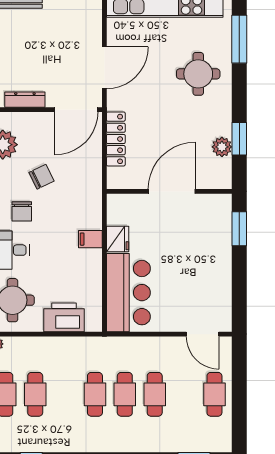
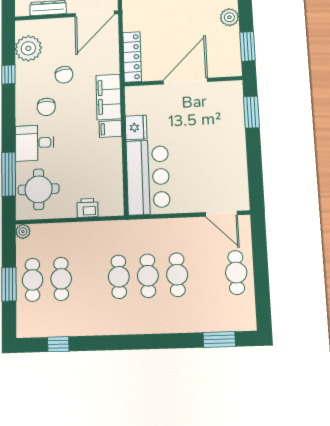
locker: (116, 139) -> (132, 57), moved
window: (239, 139) -> (247, 46), moved
plant: (222, 147) -> (229, 17), moved
chair: (41, 177) -> (64, 75), turned 105
filing cabinet: (89, 204) -> (109, 97), added
printer: (64, 317) -> (87, 208), width x0.53, depth x0.68

